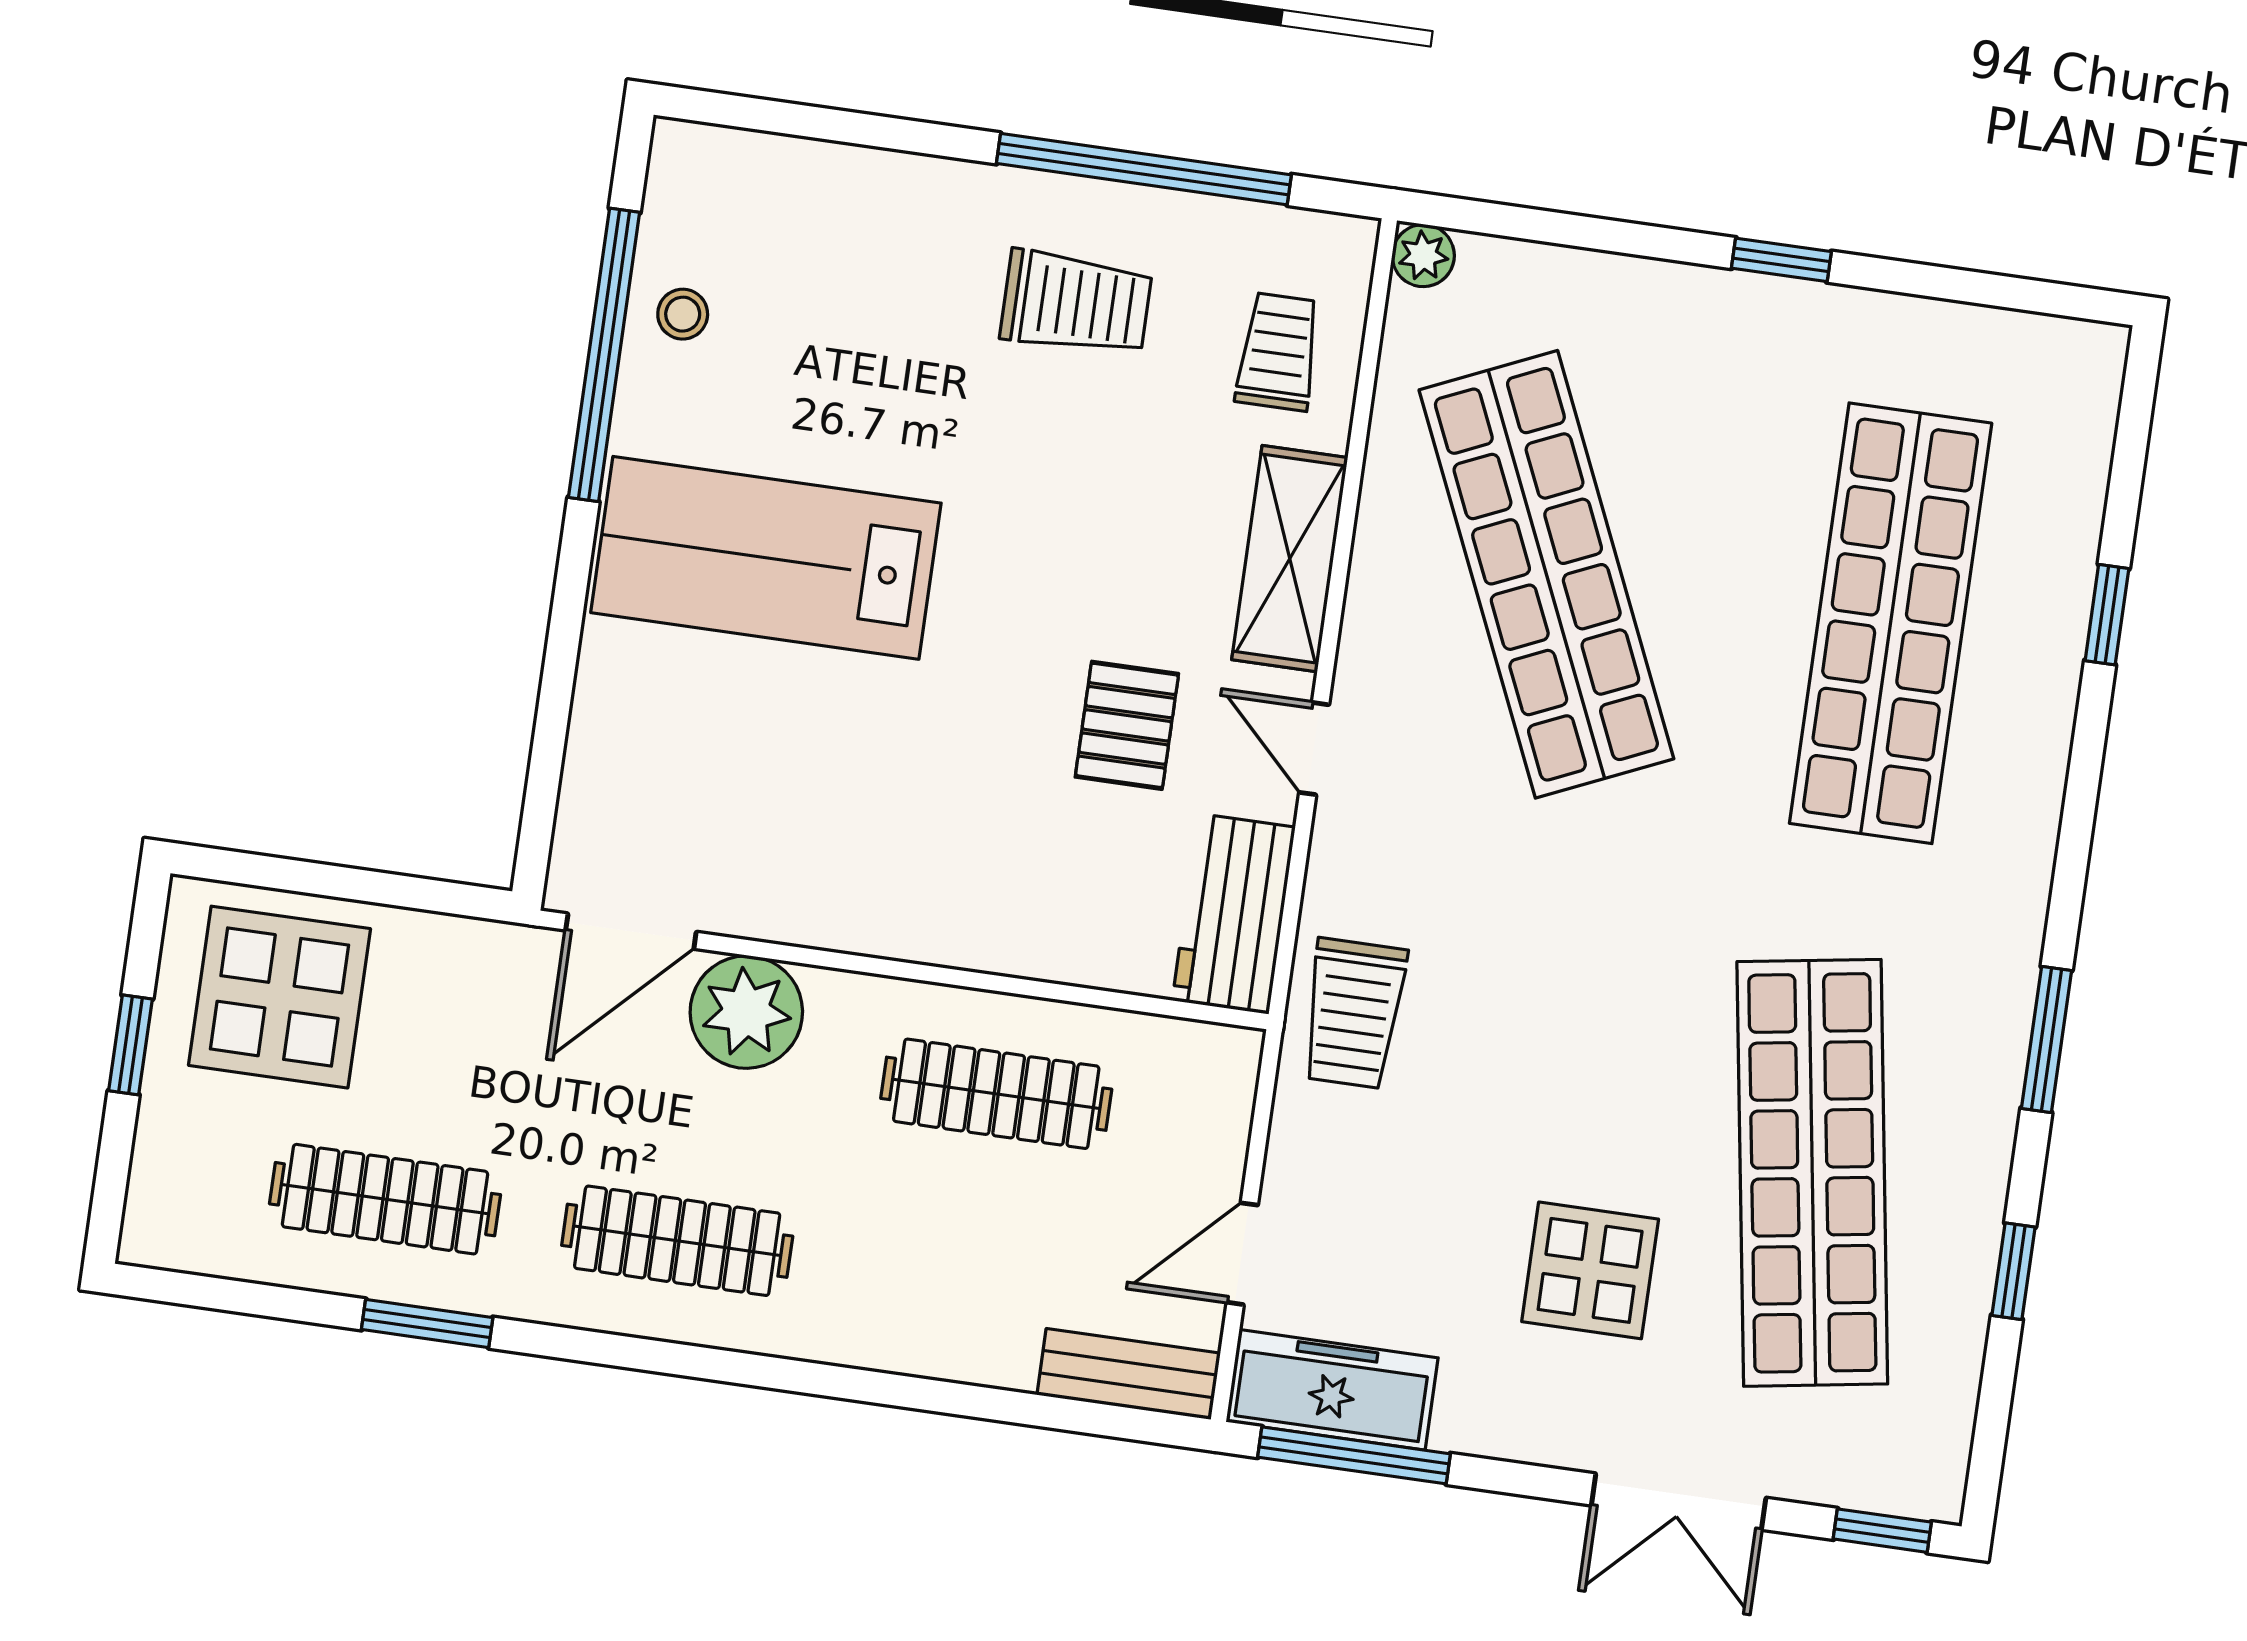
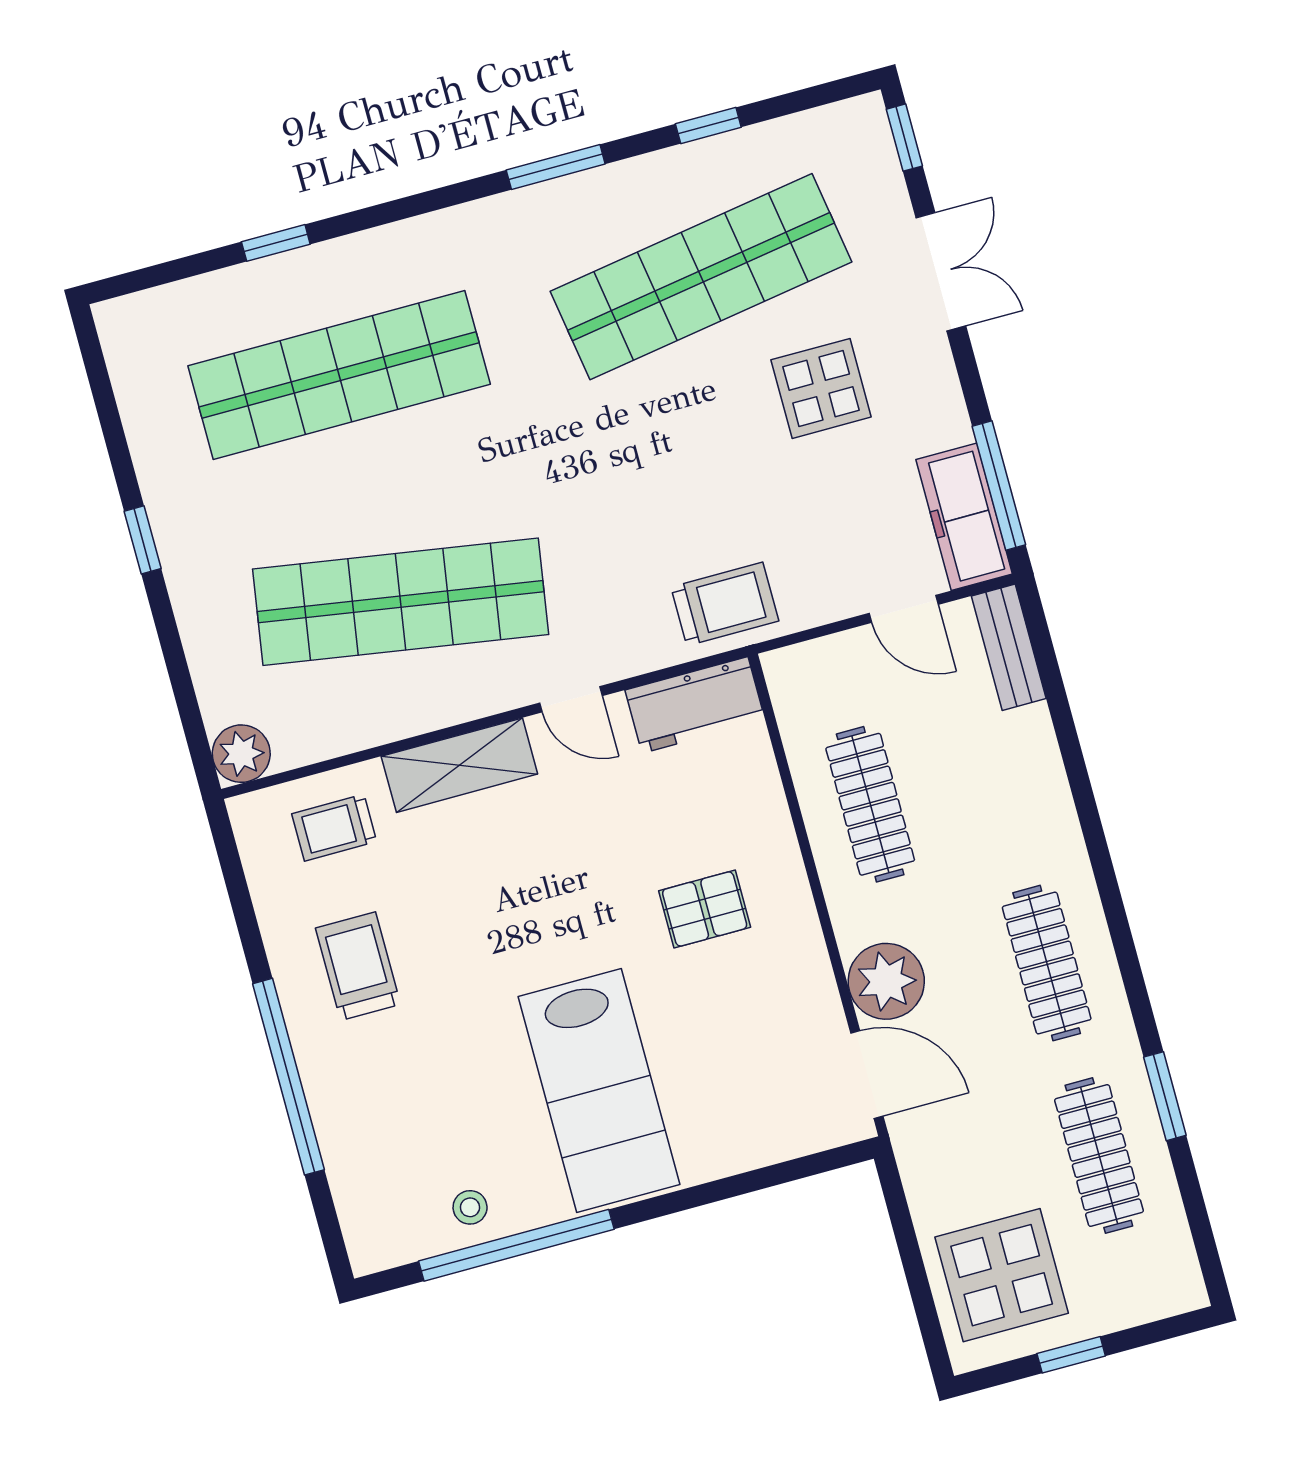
window: (1144, 169) -> (289, 1077), moved
plant: (1423, 256) -> (241, 754), width x1.38, depth x1.38
shop shelf: (1546, 574) -> (401, 602), turned 33
pallet: (1127, 725) -> (705, 909), moved
door: (1314, 749) -> (571, 699), hinge flipped

